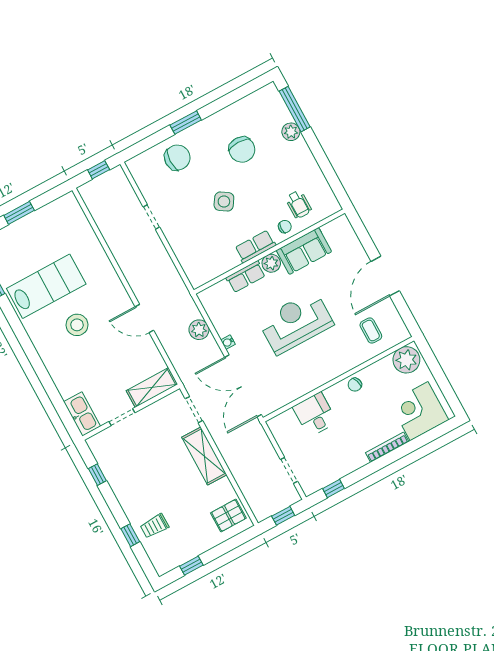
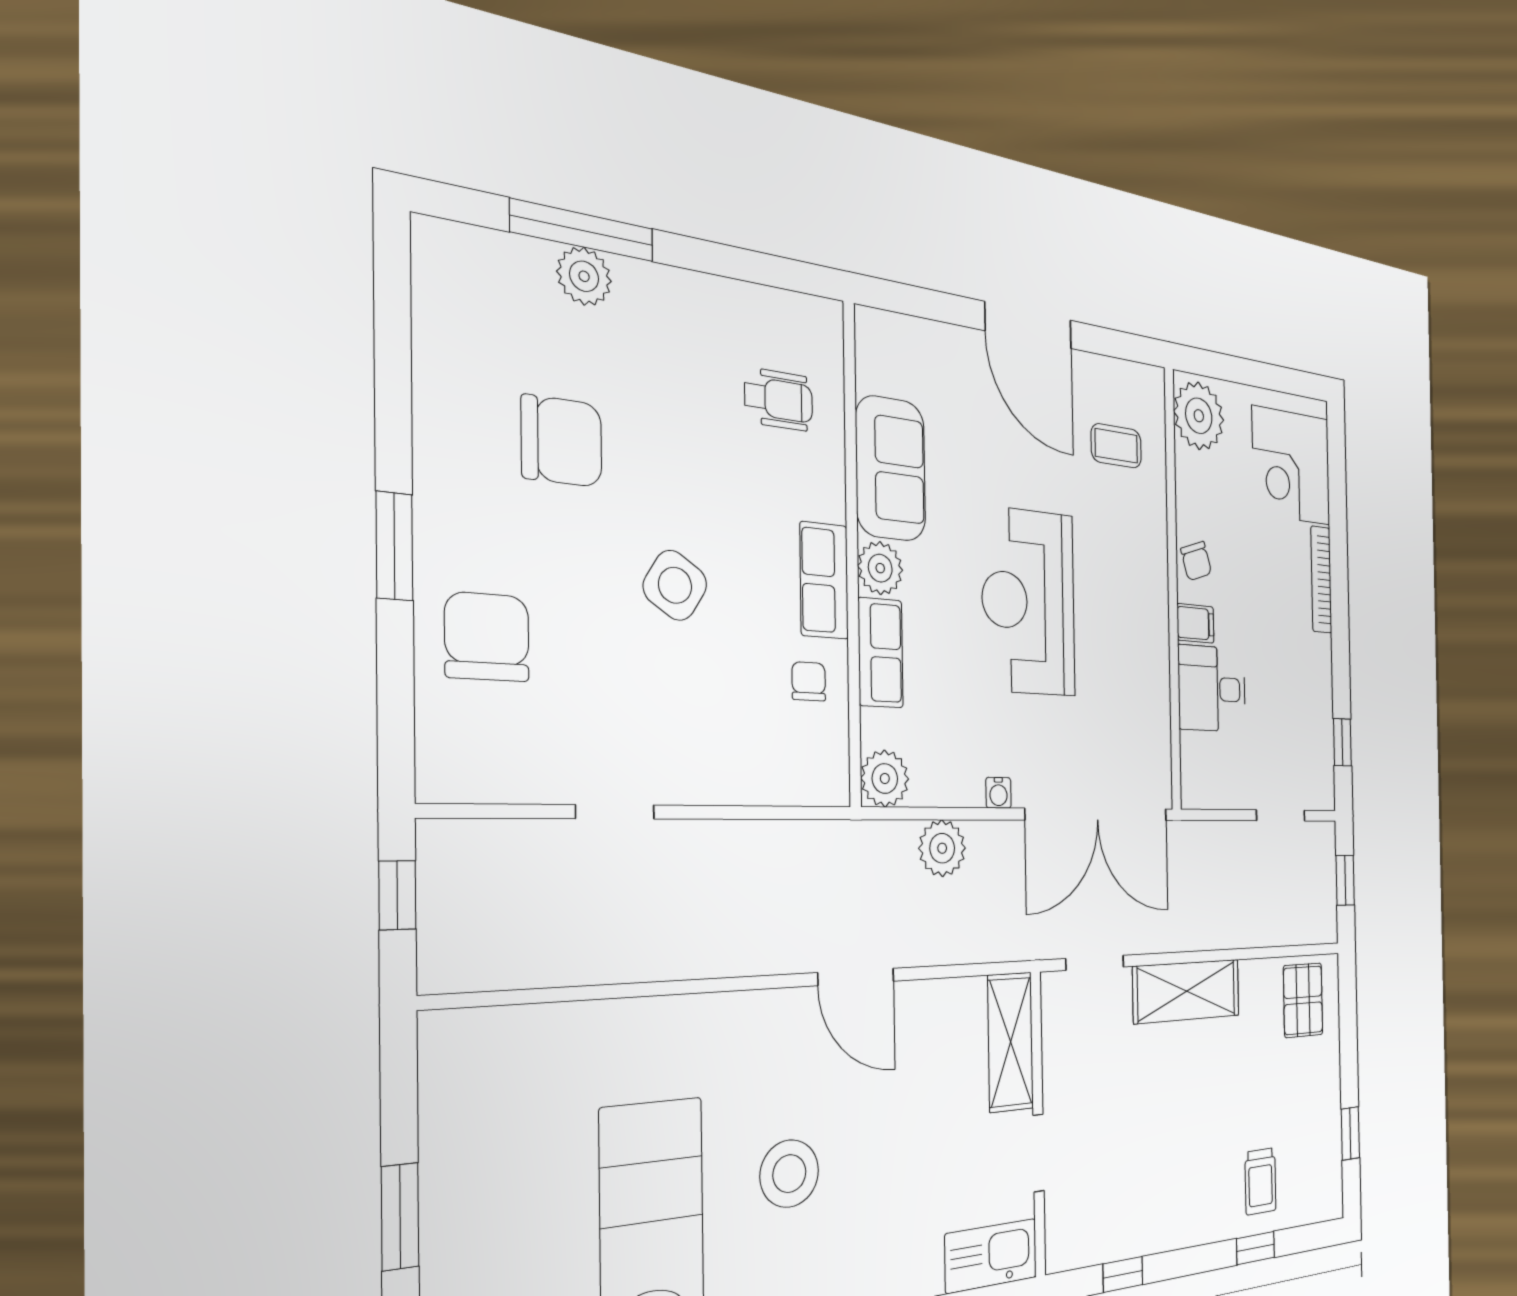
window: (295, 109) -> (583, 230), moved
chair: (285, 227) -> (809, 681), moved
plant: (209, 298) -> (885, 779), added
door: (144, 318) -> (856, 977), hinge flipped
filing cabinet: (333, 395) -> (1196, 623), added

